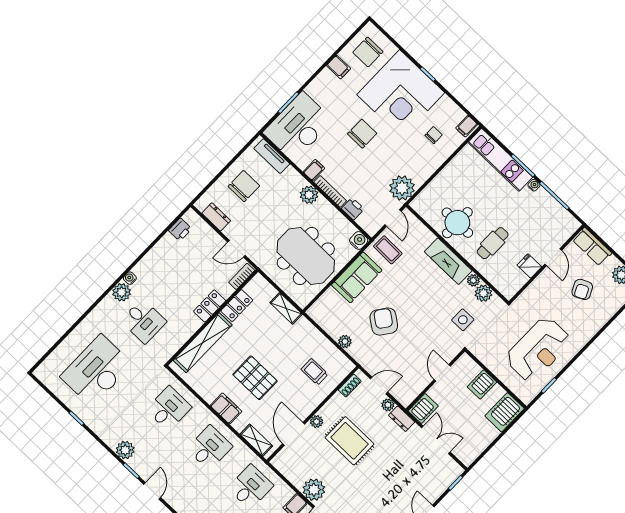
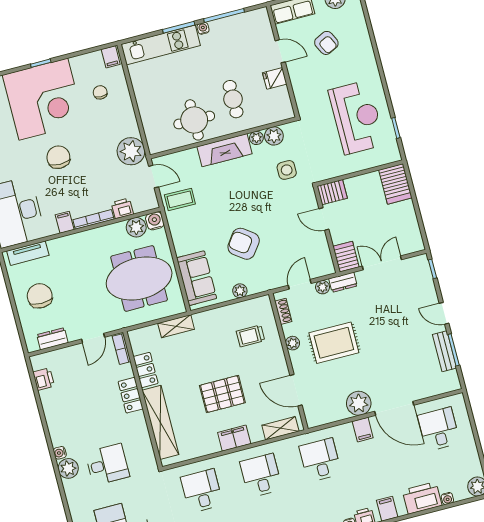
plant: (309, 195) -> (136, 227), moved
sofa: (357, 277) -> (197, 278), moved
server rack: (482, 384) -> (332, 192), moved, turned -90
plant: (317, 422) -> (293, 343), moved

